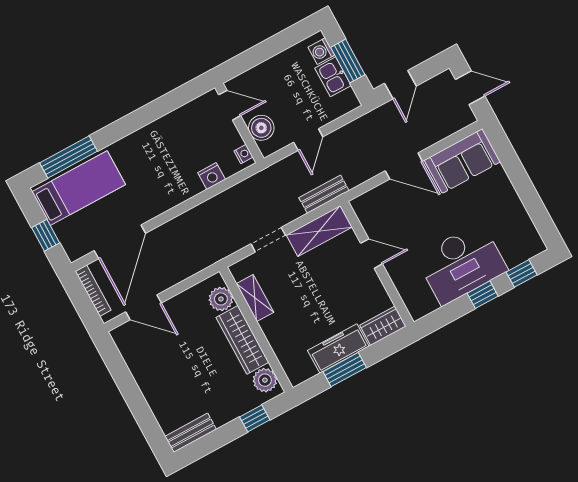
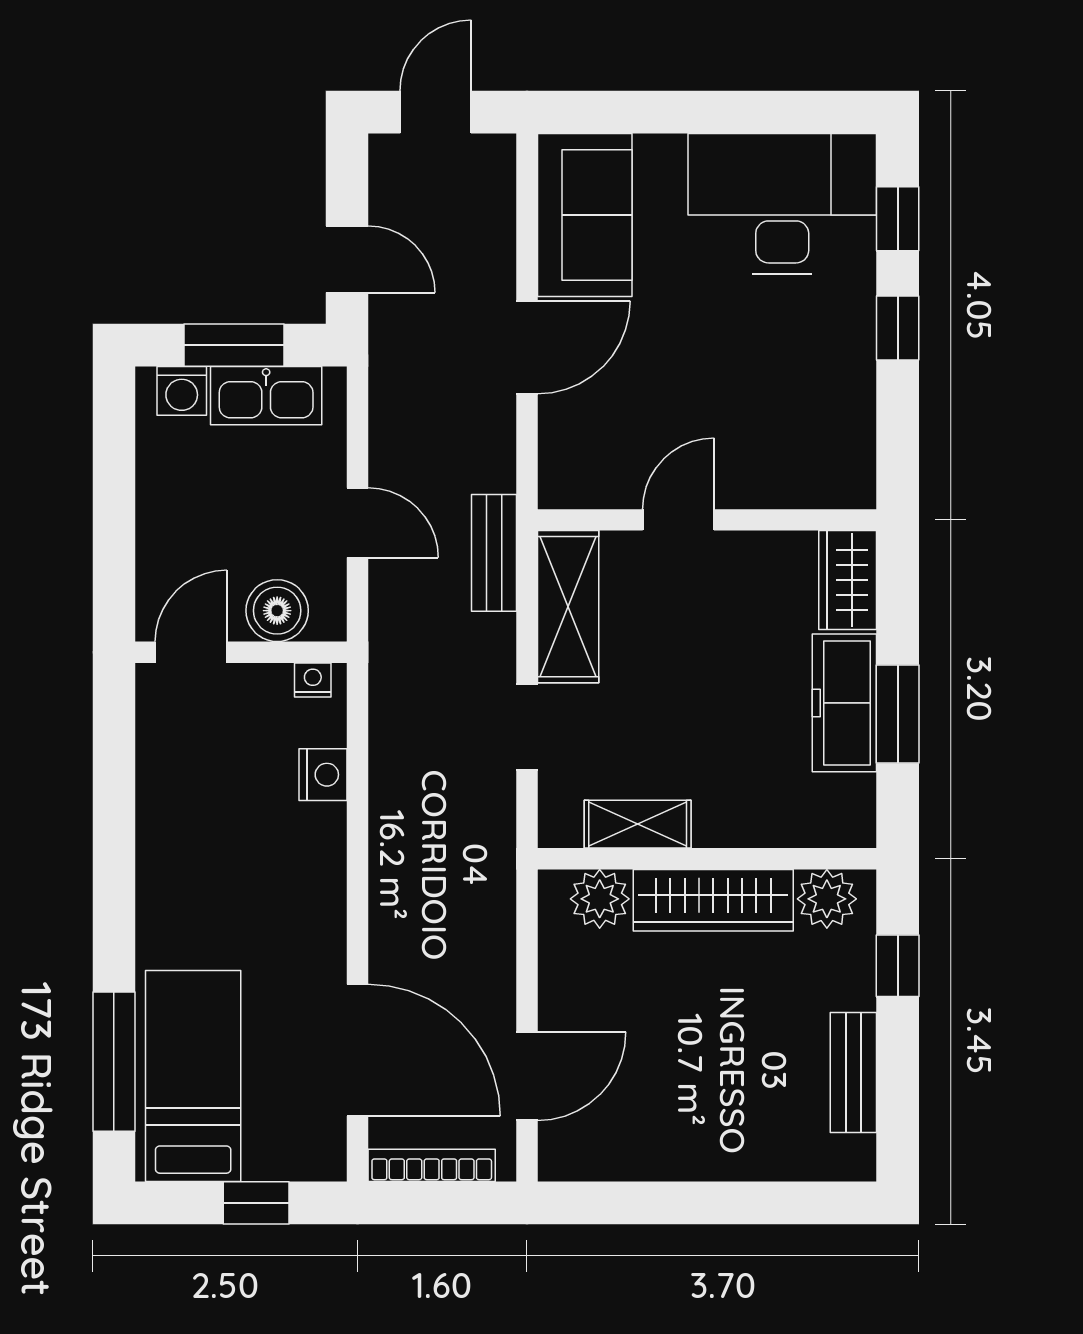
kitchen sink: (333, 77) -> (266, 396), width x1.38
desk: (462, 264) -> (782, 204), moved, turned -90
bench: (191, 433) -> (853, 1072), moved

